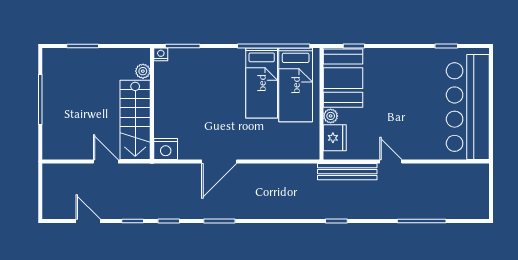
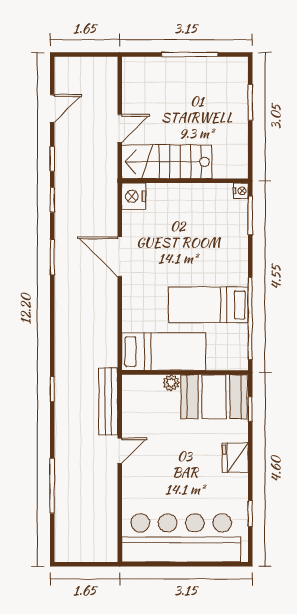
plant: (143, 71) -> (222, 170), removed
bed: (296, 85) -> (164, 352), moved, turned 180
fridge: (335, 138) -> (235, 458), moved, turned 90

